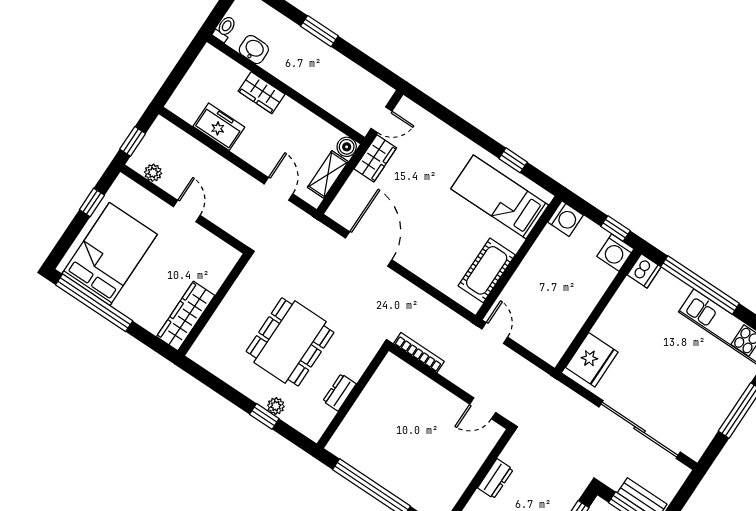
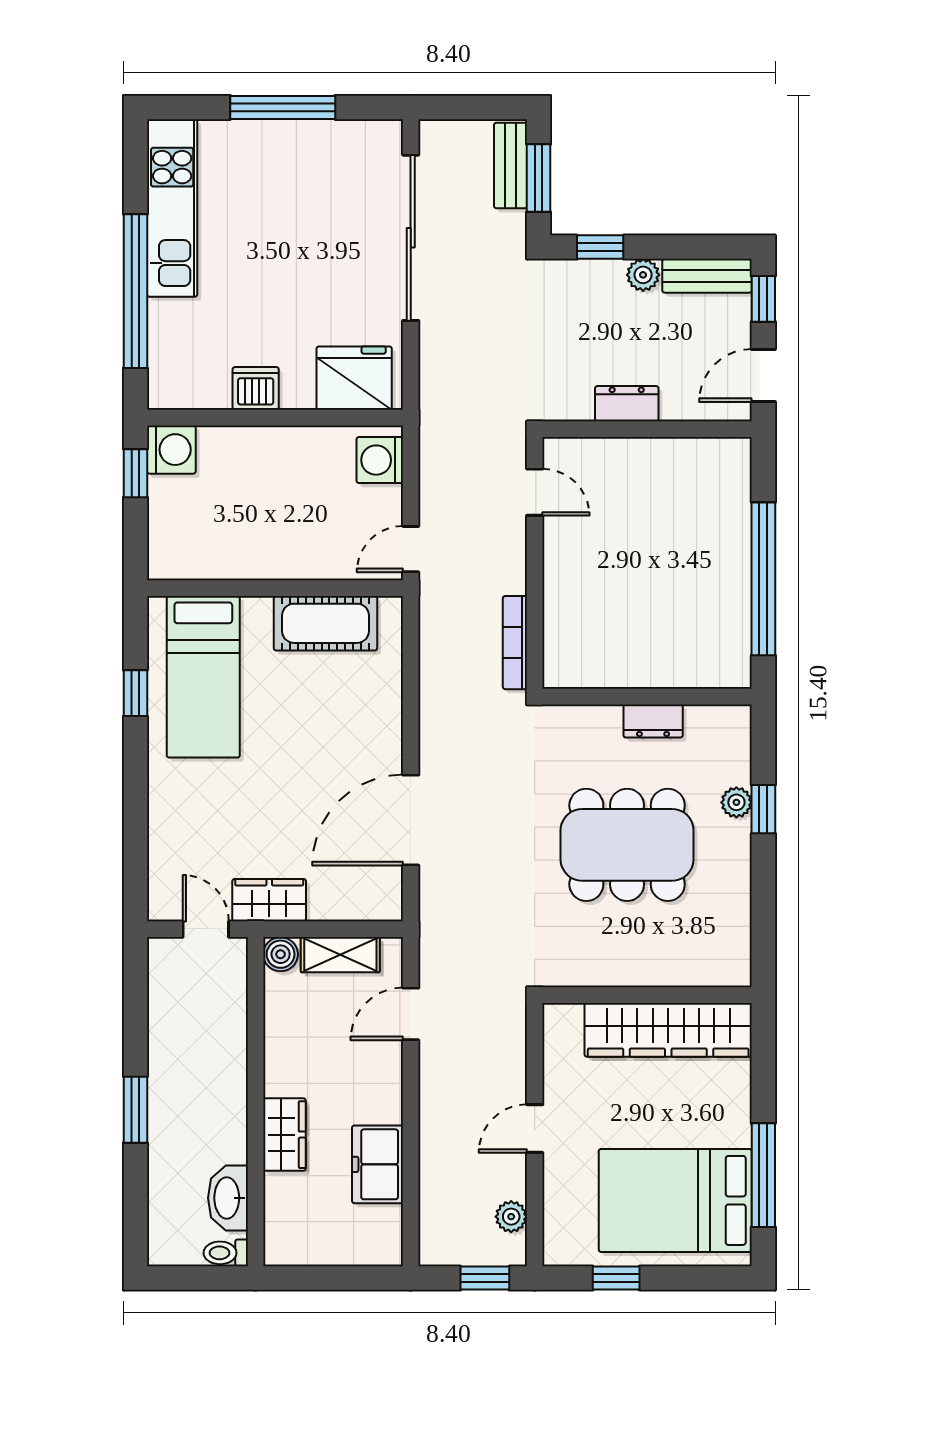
washbasin: (254, 50) -> (228, 1198), width x1.38
washing machine: (566, 219) -> (380, 460), moved, turned -90
dishwasher: (644, 271) -> (256, 388), moved
window: (94, 303) -> (763, 1175), width x0.68
wardrobe: (186, 316) -> (668, 1030), width x1.40, depth x1.17

